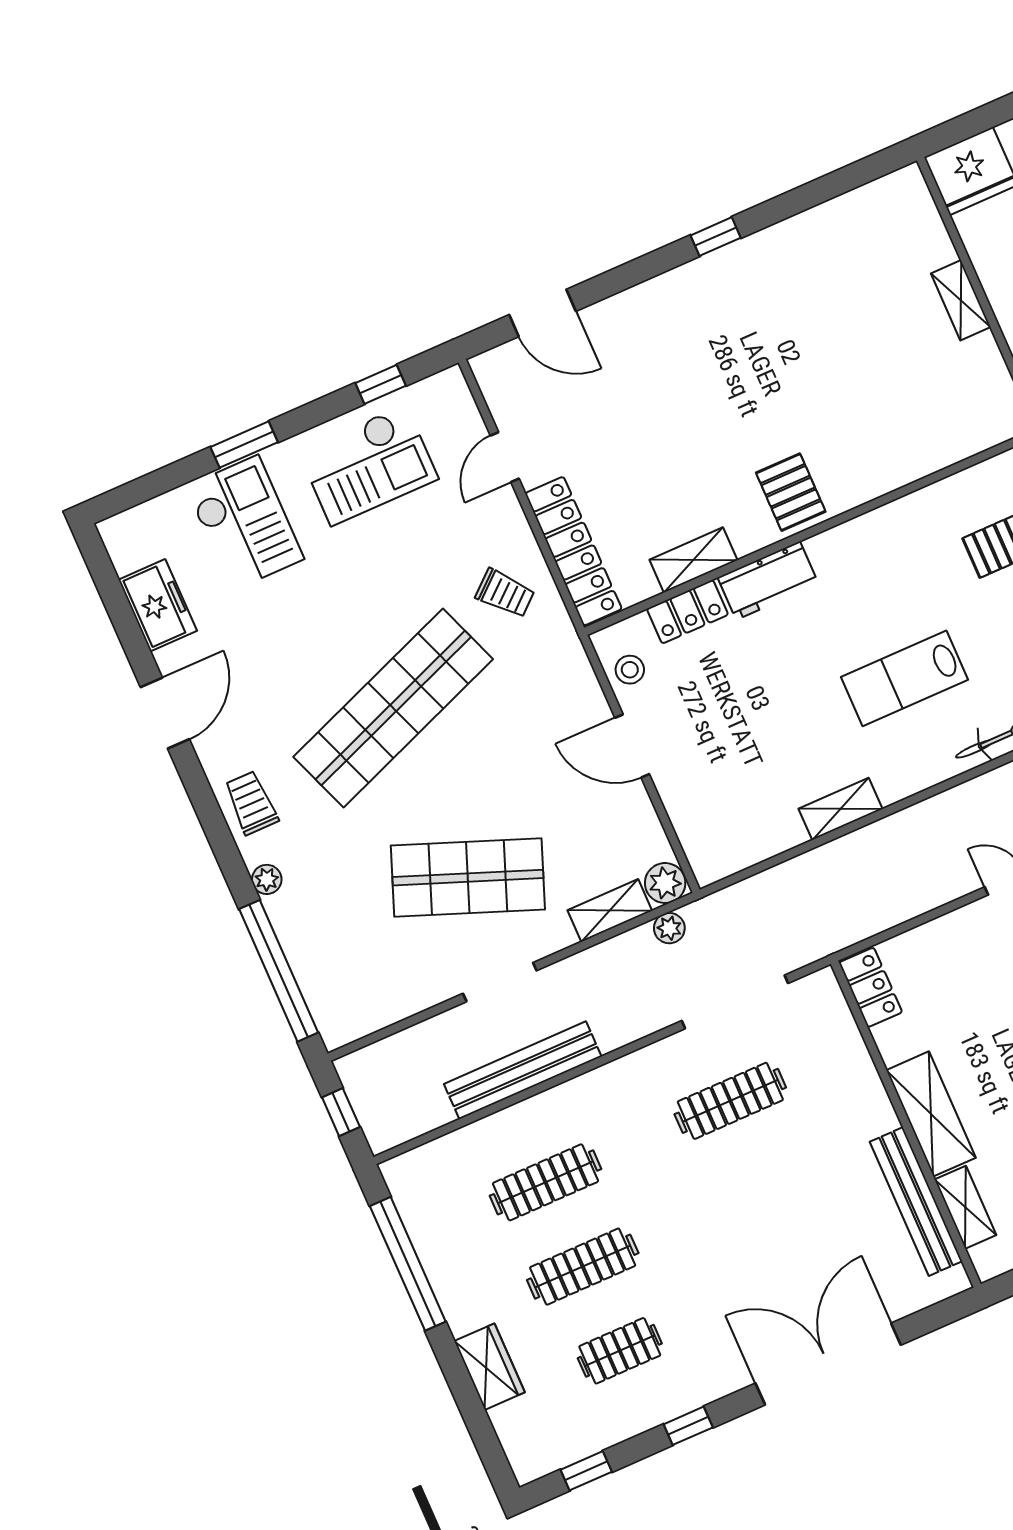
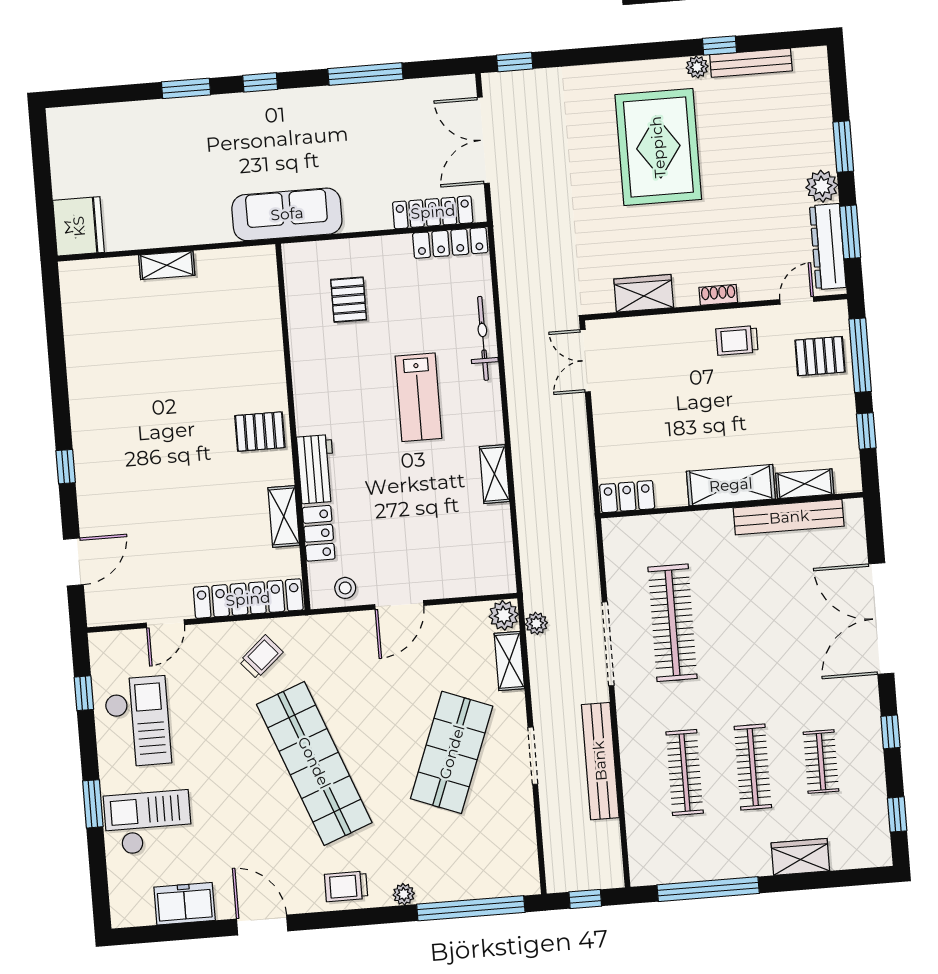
window: (716, 237) -> (66, 467), moved
door: (505, 457) -> (165, 624), hinge flipped
doorway: (735, 1002) -> (608, 644), moved
clothes rail: (730, 1101) -> (673, 623), width x1.37, depth x1.31

